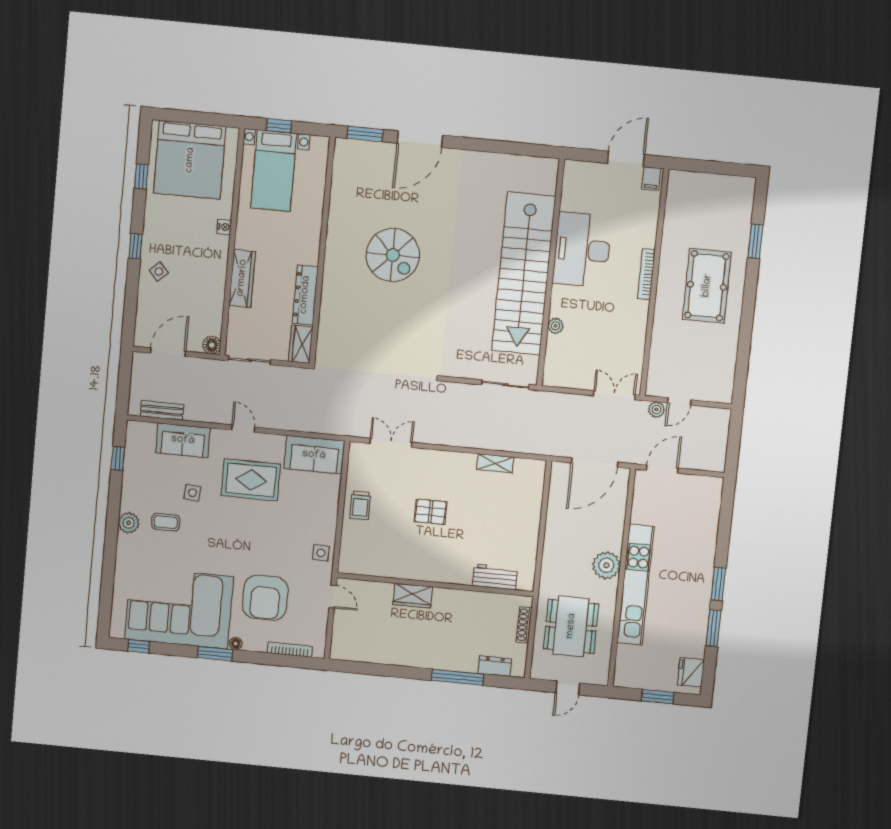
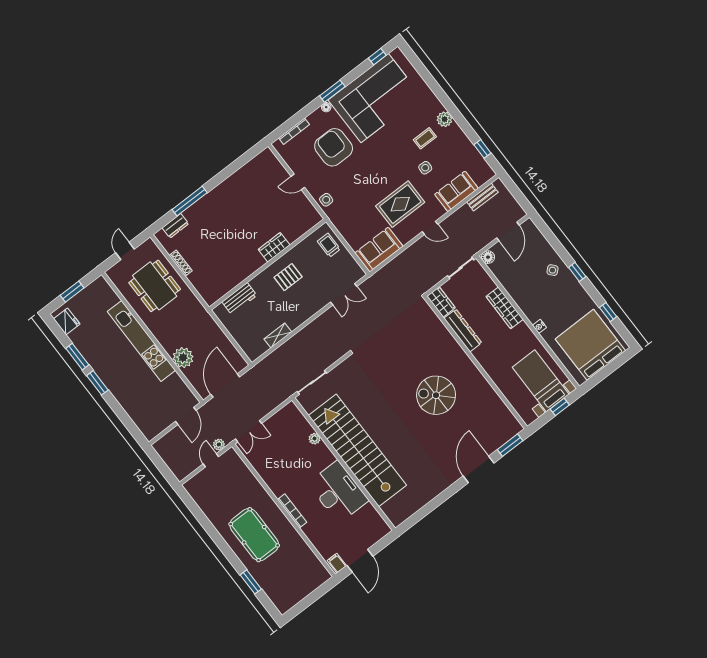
plant: (606, 565) -> (183, 358), moved
workbench: (495, 577) -> (239, 299), moved
wall: (435, 585) -> (268, 264), moved
wardrobe: (413, 596) -> (274, 247), moved

